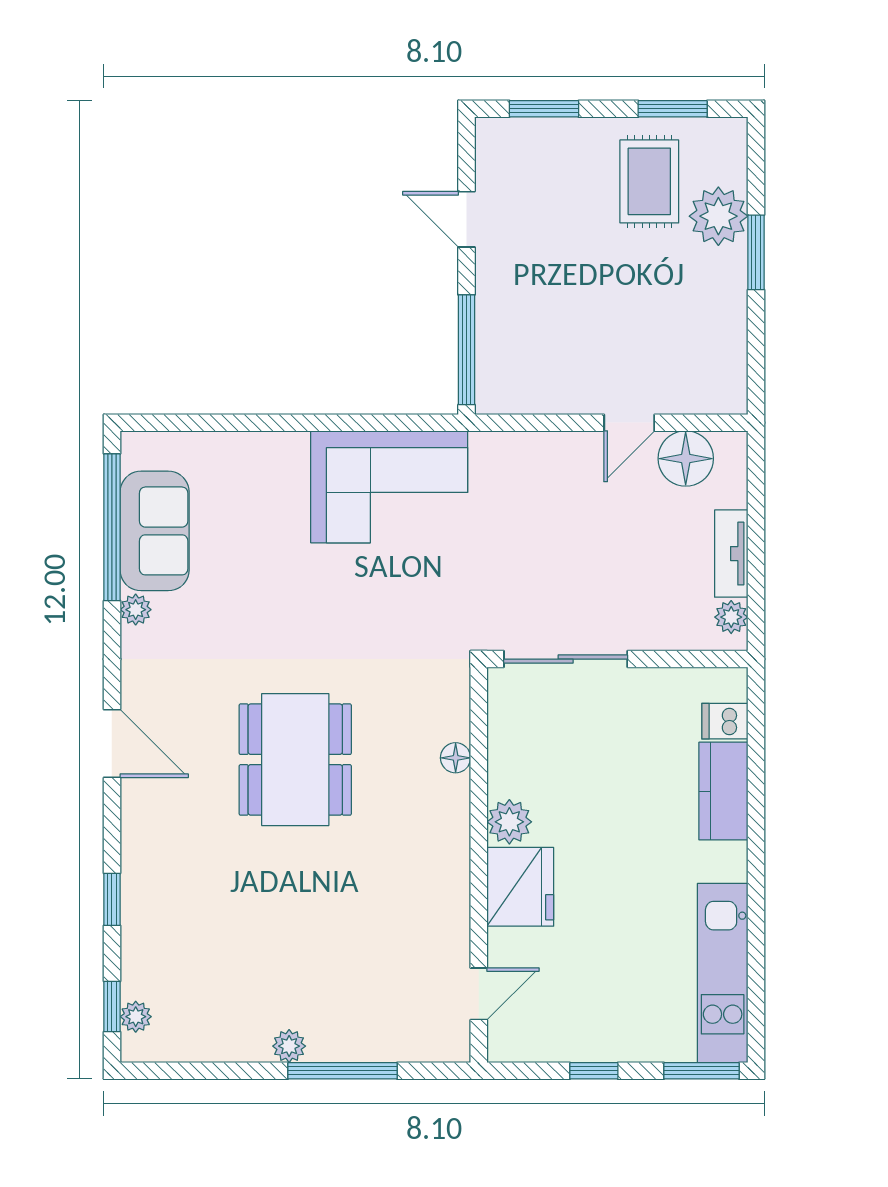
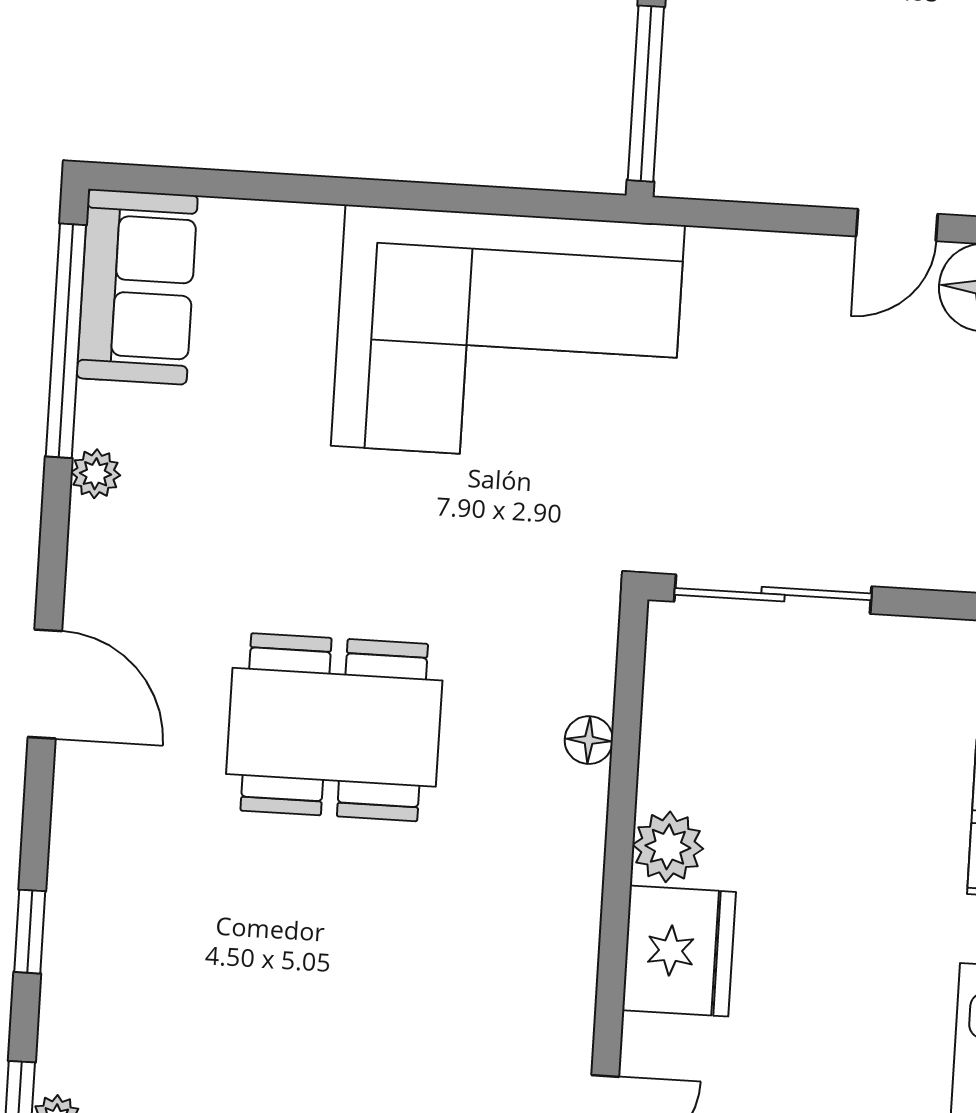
corner sofa: (389, 487) -> (508, 336), width x1.36, depth x1.36
sofa: (155, 531) -> (137, 287), moved
dining table: (295, 760) -> (334, 727), turned 90

